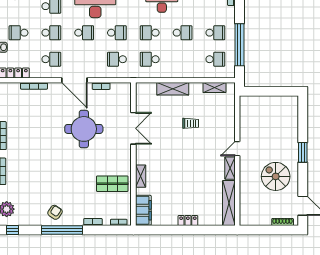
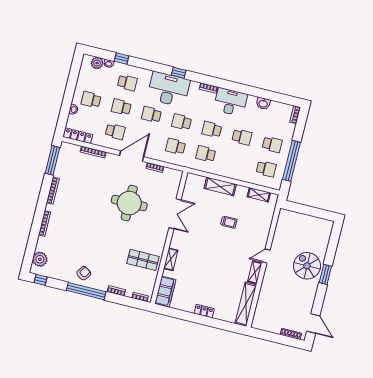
school desk: (51, 33) -> (121, 107), turned 180
school desk: (84, 33) -> (151, 115), turned 180
school desk: (117, 33) -> (182, 122), turned 180
door: (74, 80) -> (132, 156), swing flipped
spiral stairs: (276, 176) -> (307, 266), moved

